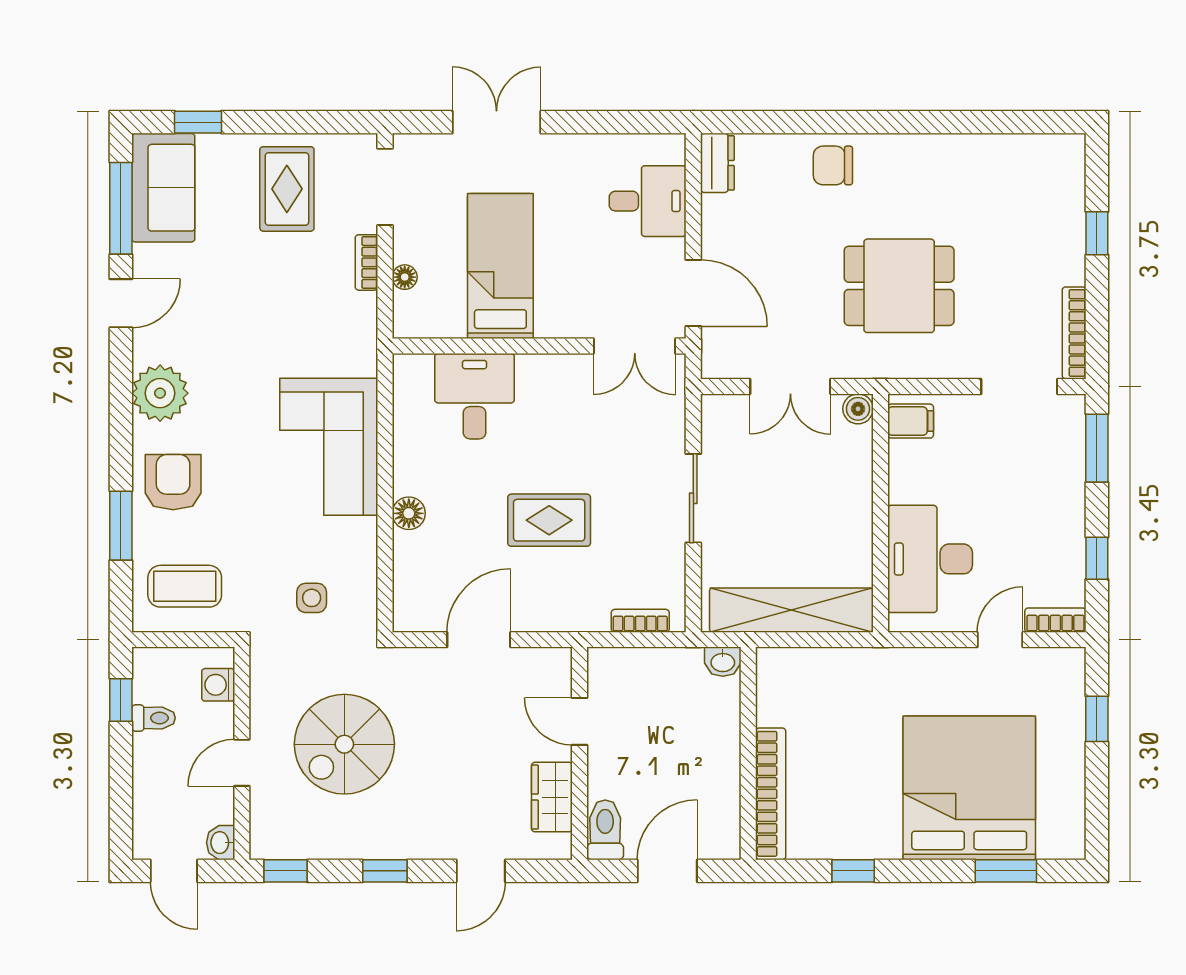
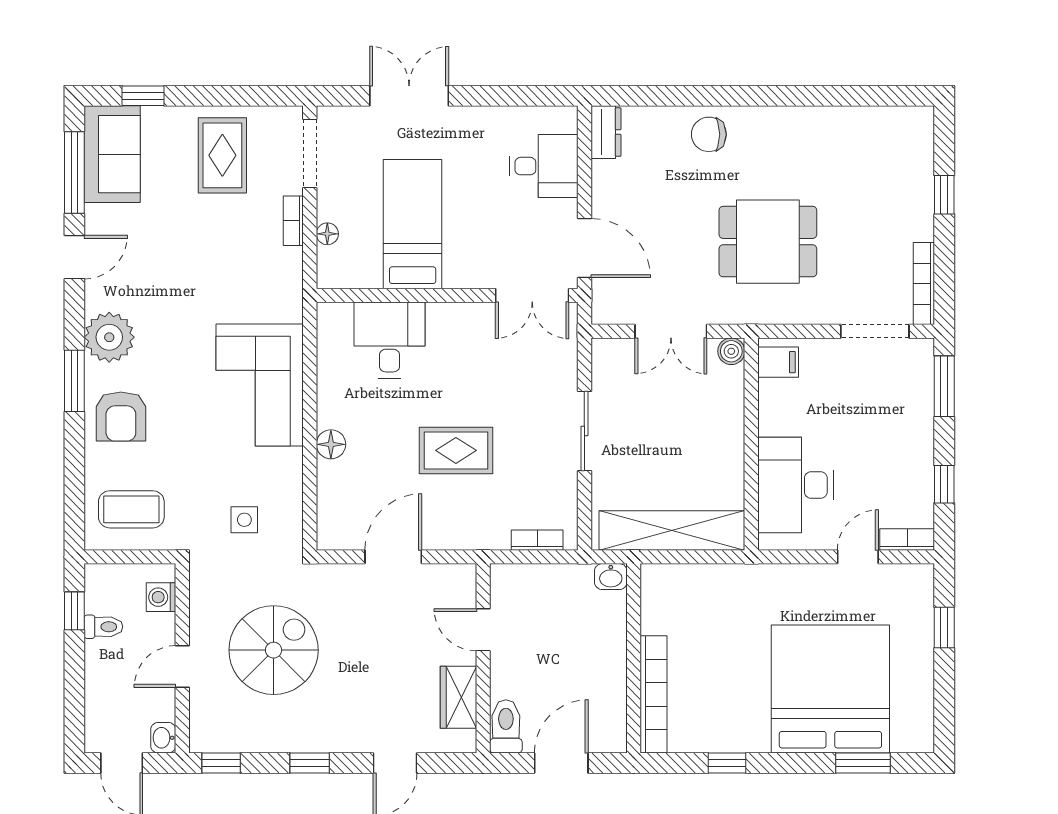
armchair: (173, 482) -> (121, 417), turned 180
window: (121, 526) -> (74, 381), moved
spiral stairs: (344, 744) -> (274, 650), turned 180

